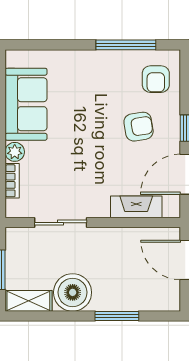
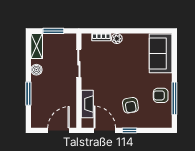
armchair: (156, 79) -> (161, 95), moved
sofa: (26, 104) -> (161, 53), moved, turned 90
boiler: (73, 292) -> (36, 70), width x0.54, depth x0.54

